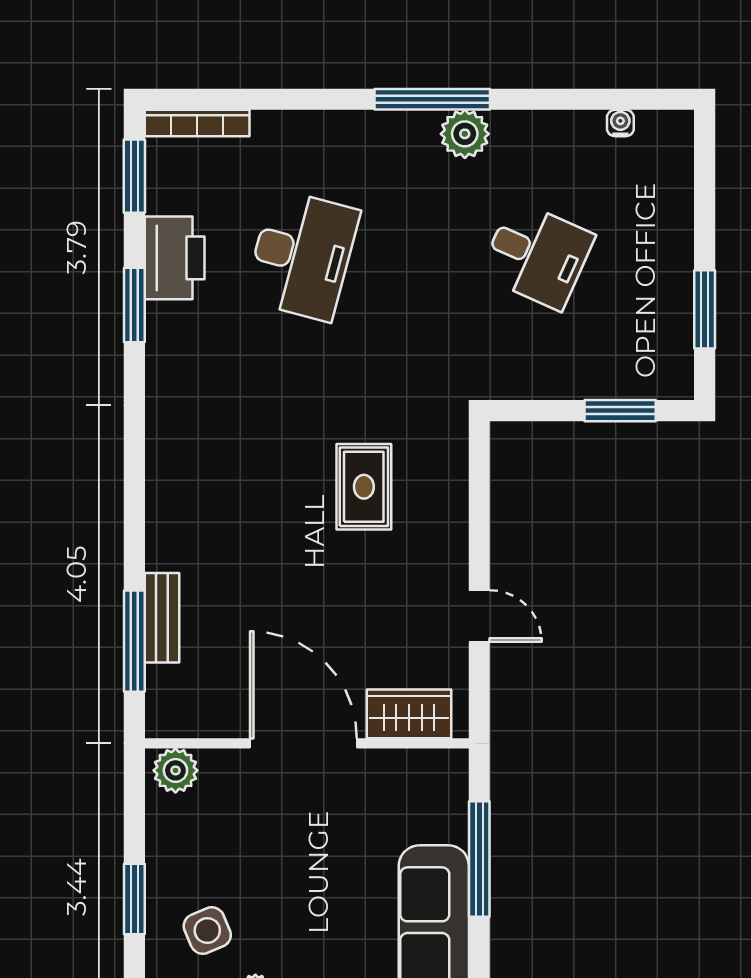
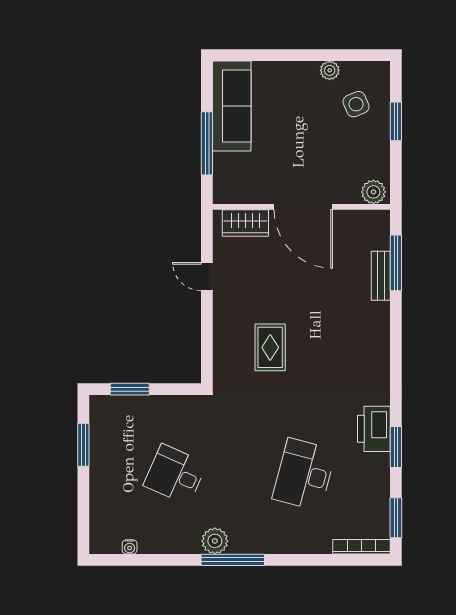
printer: (175, 258) -> (374, 429), moved

